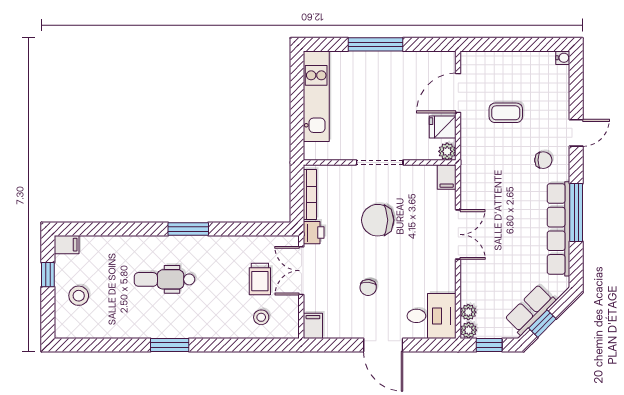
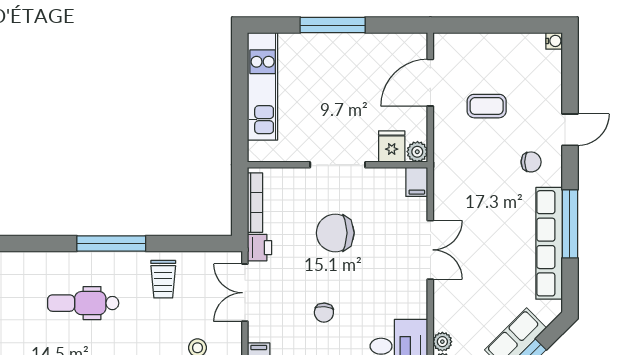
fridge: (443, 127) -> (392, 147), moved, turned 90
window: (188, 229) -> (111, 243), width x1.44
trolley: (260, 279) -> (163, 279), moved

